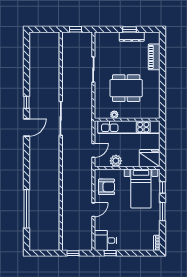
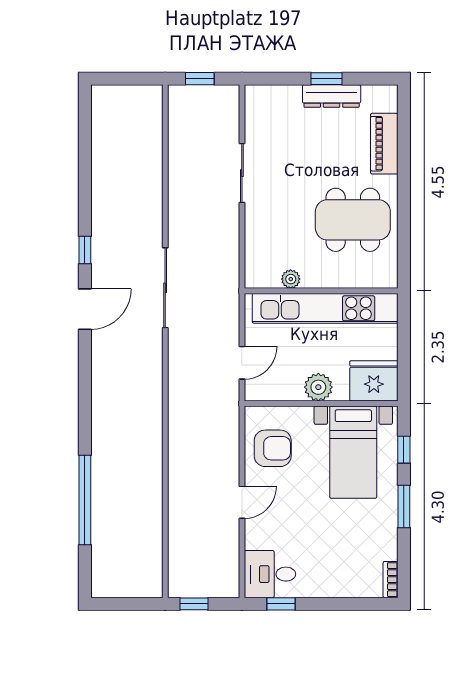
dining table: (126, 88) -> (353, 220), moved
plant: (116, 161) -> (318, 387), moved

